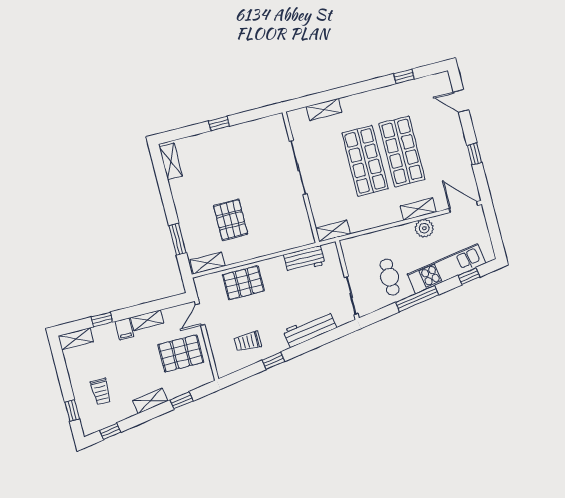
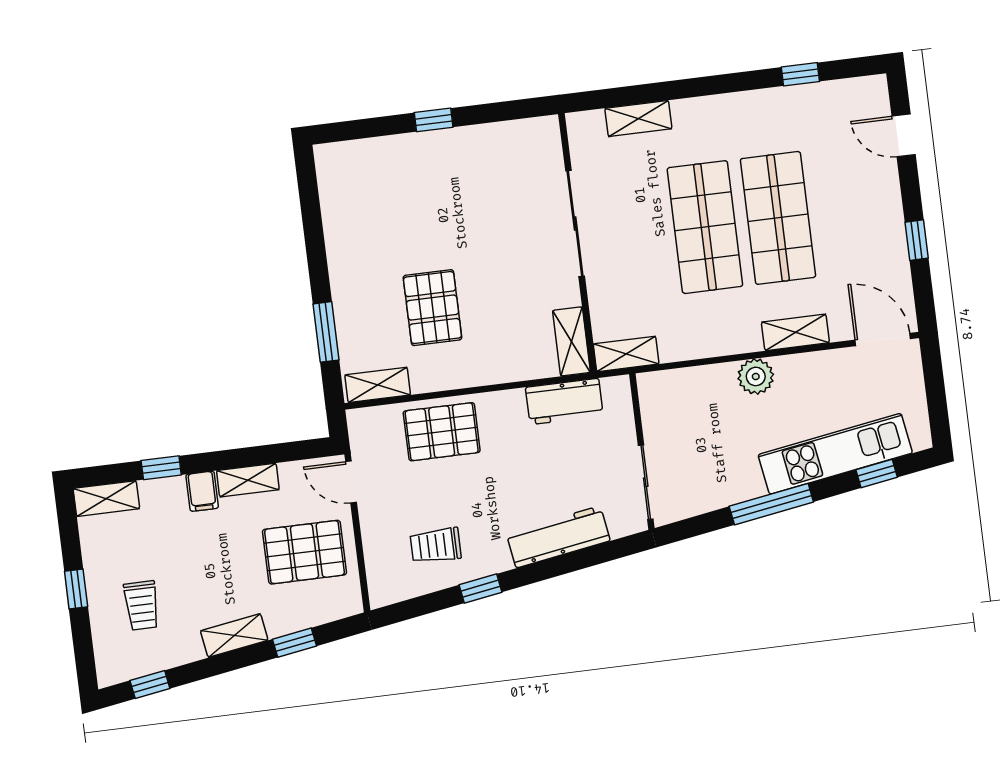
shelving: (171, 161) -> (571, 341), moved
plant: (424, 228) -> (756, 376), moved
cafe table: (390, 277) -> (724, 456), removed
door: (200, 315) -> (351, 482), hinge flipped
window: (72, 410) -> (76, 589), moved

